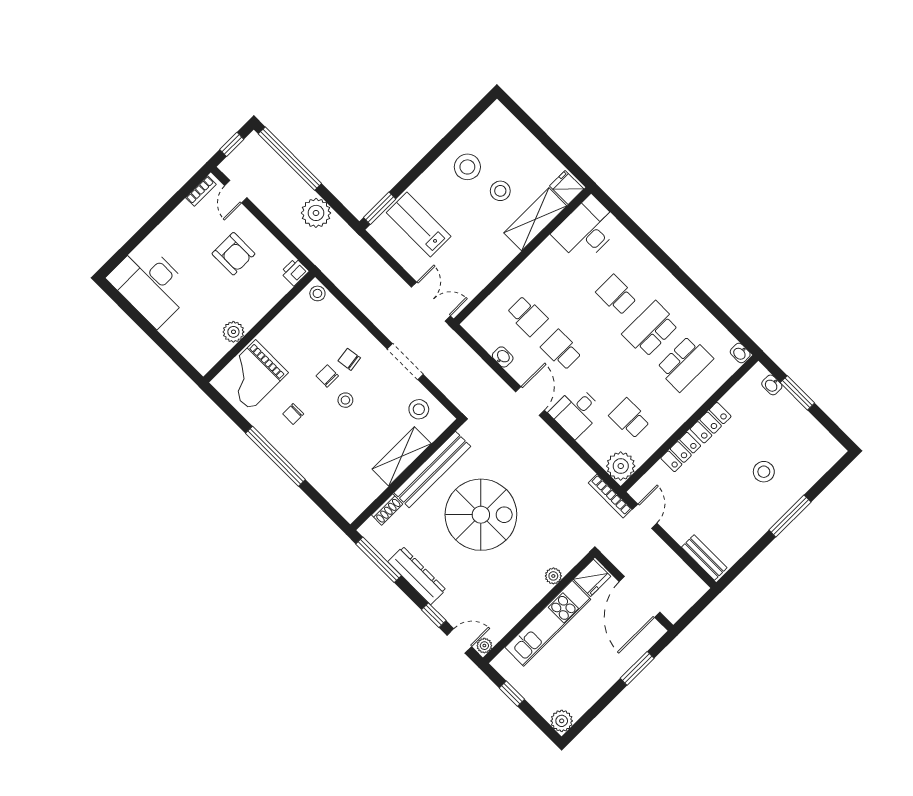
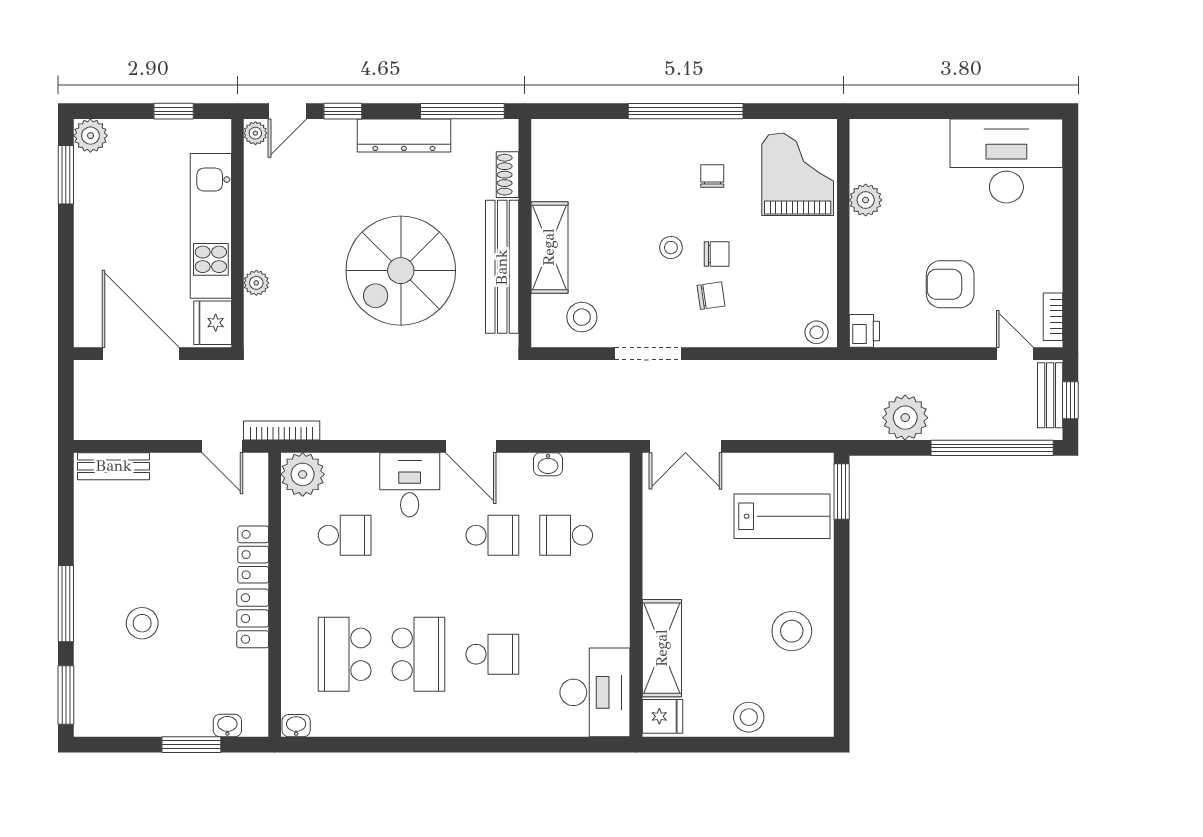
bench: (239, 156) -> (1050, 395), added
stool: (500, 191) -> (749, 717), moved
window: (832, 474) -> (66, 695), added
window: (637, 668) -> (66, 175), moved

